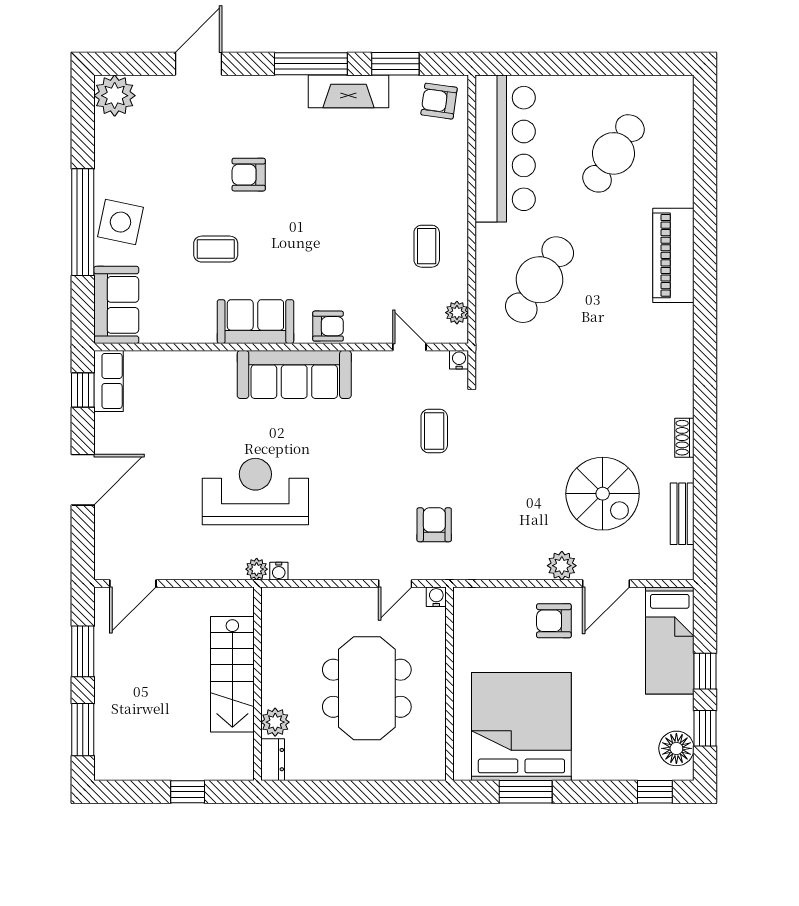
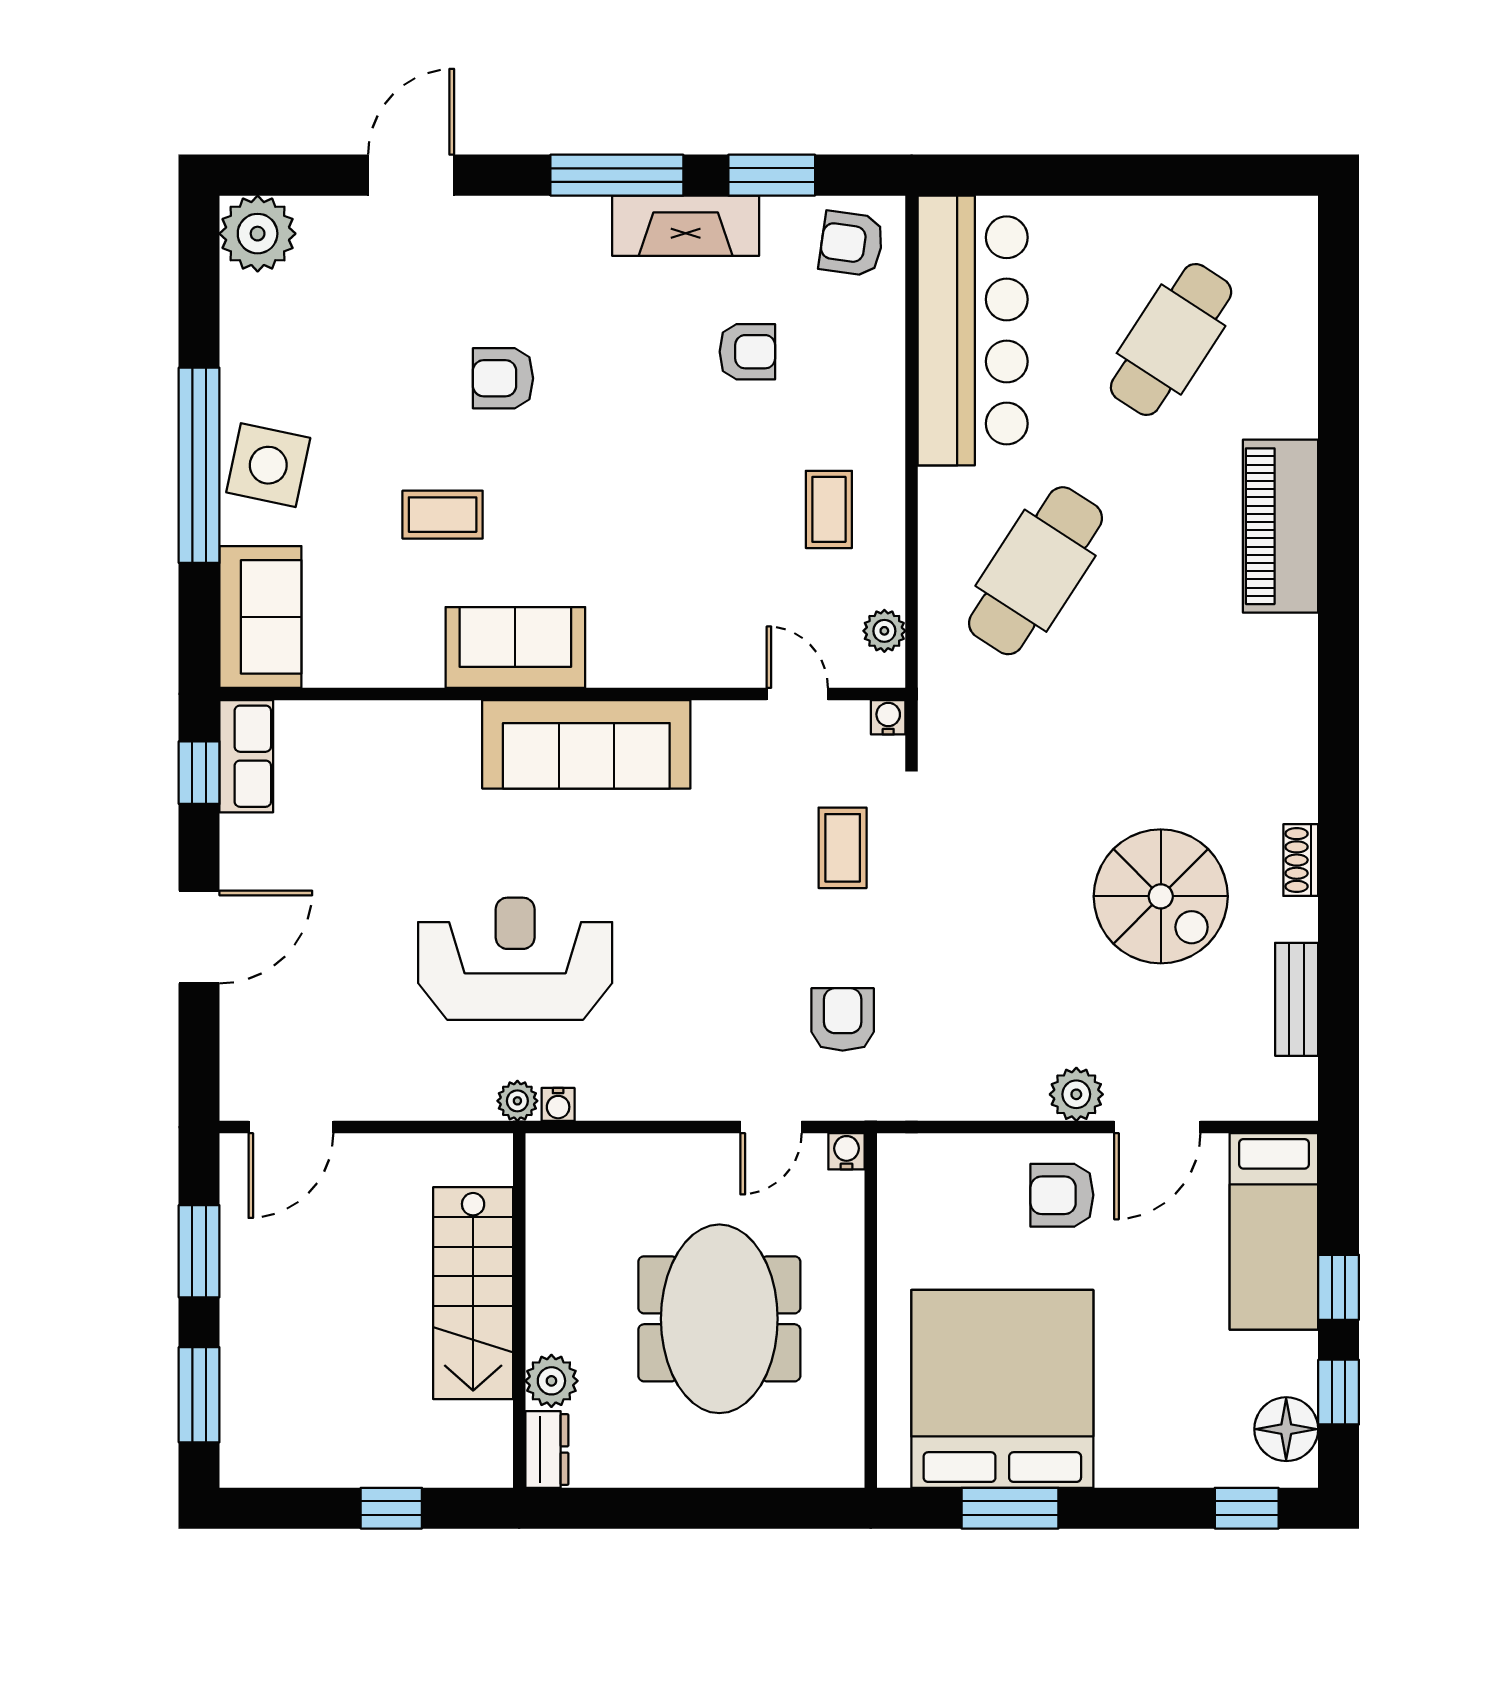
armchair: (328, 326) -> (747, 352), moved
spiral stairs: (603, 494) -> (1161, 896), moved

